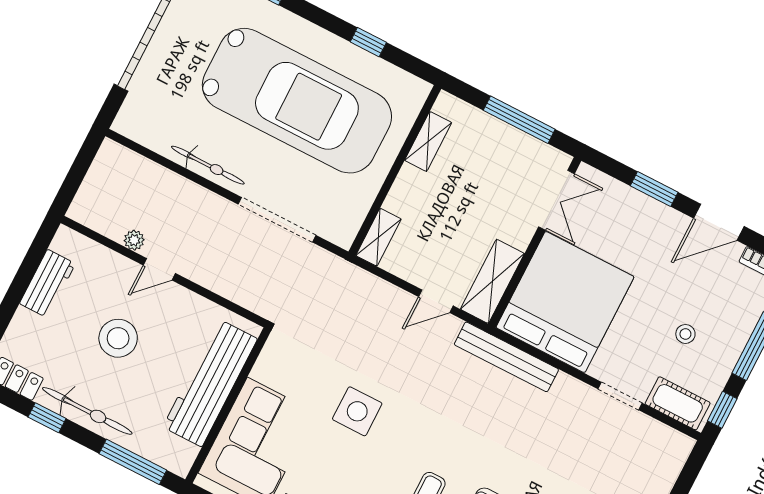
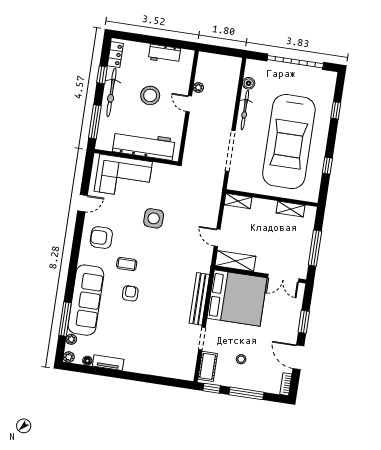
boiler: (159, 141) -> (249, 83), added
bench: (506, 357) -> (199, 299), moved

